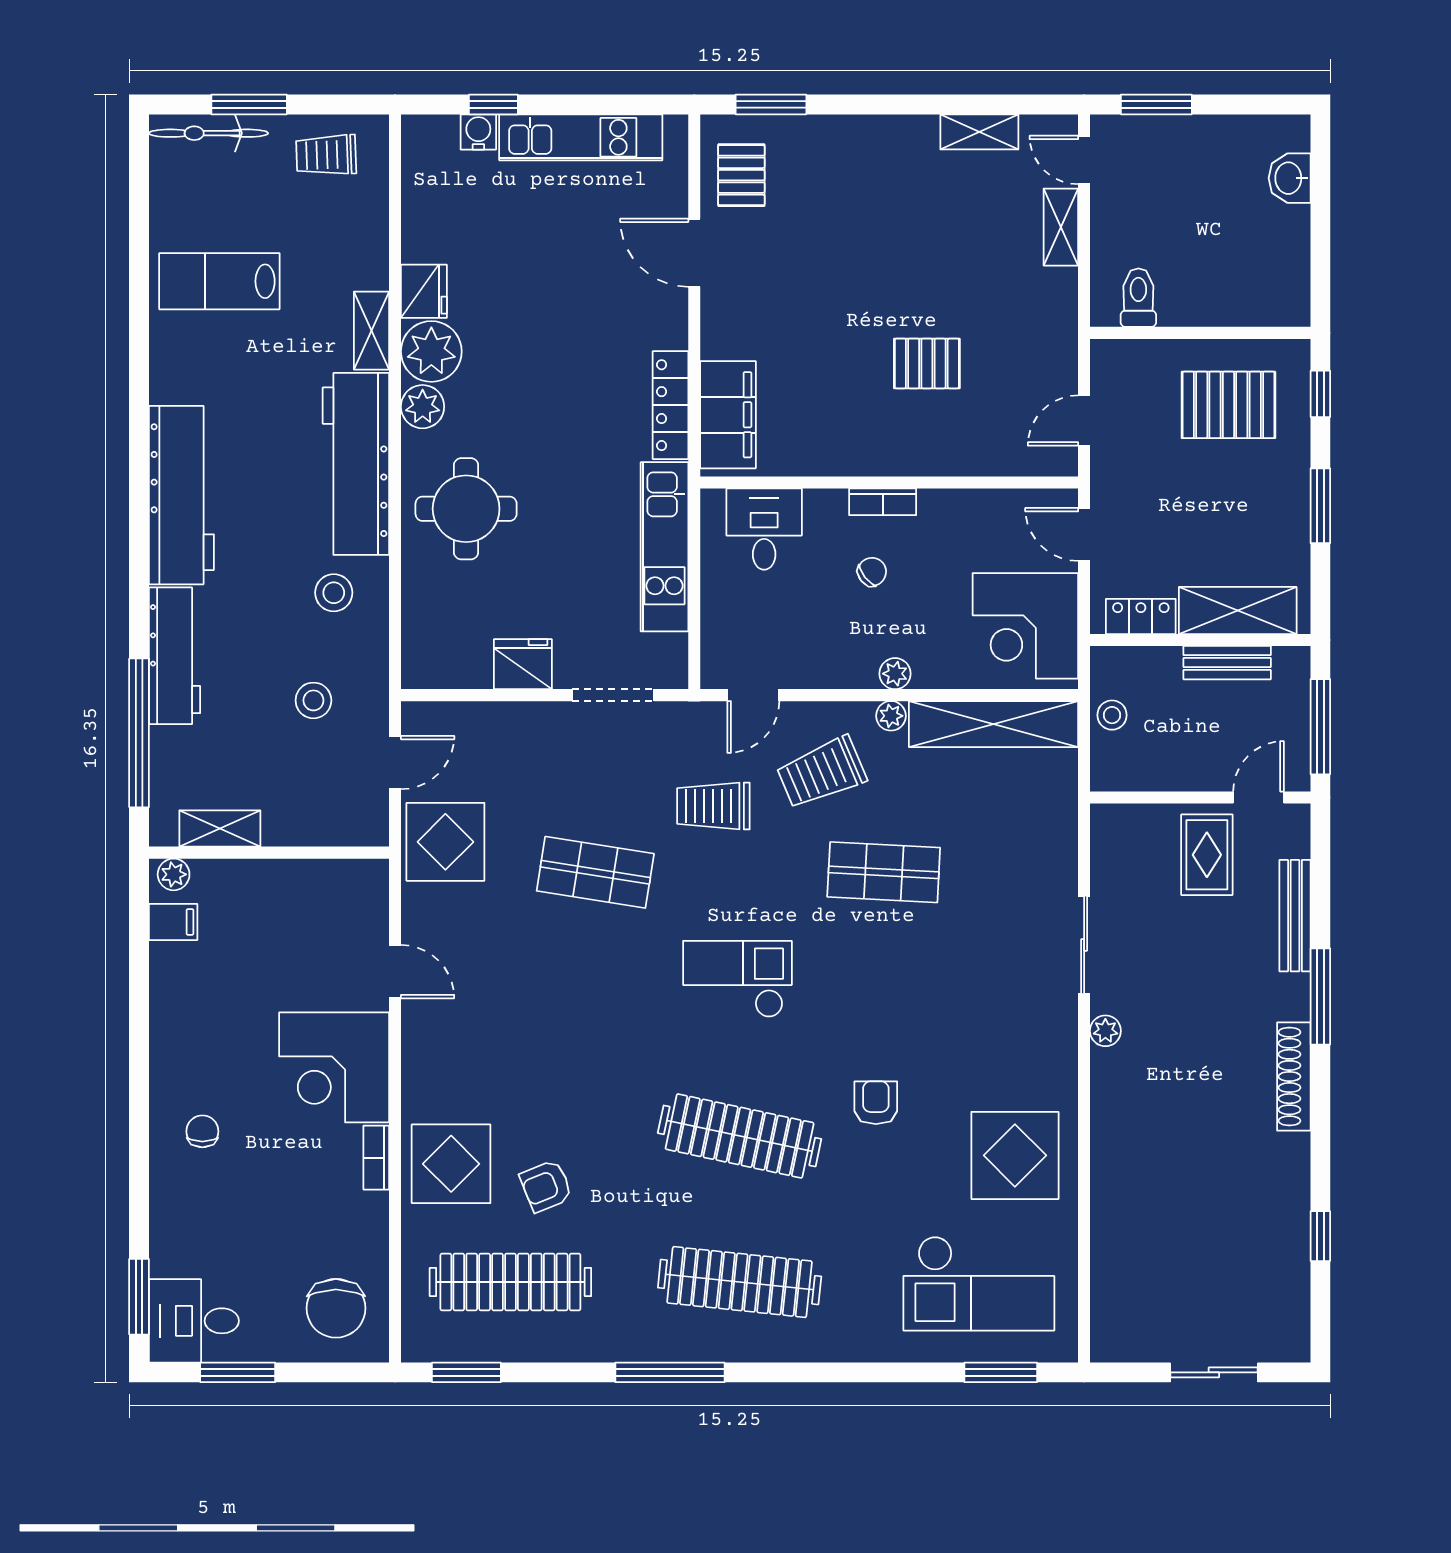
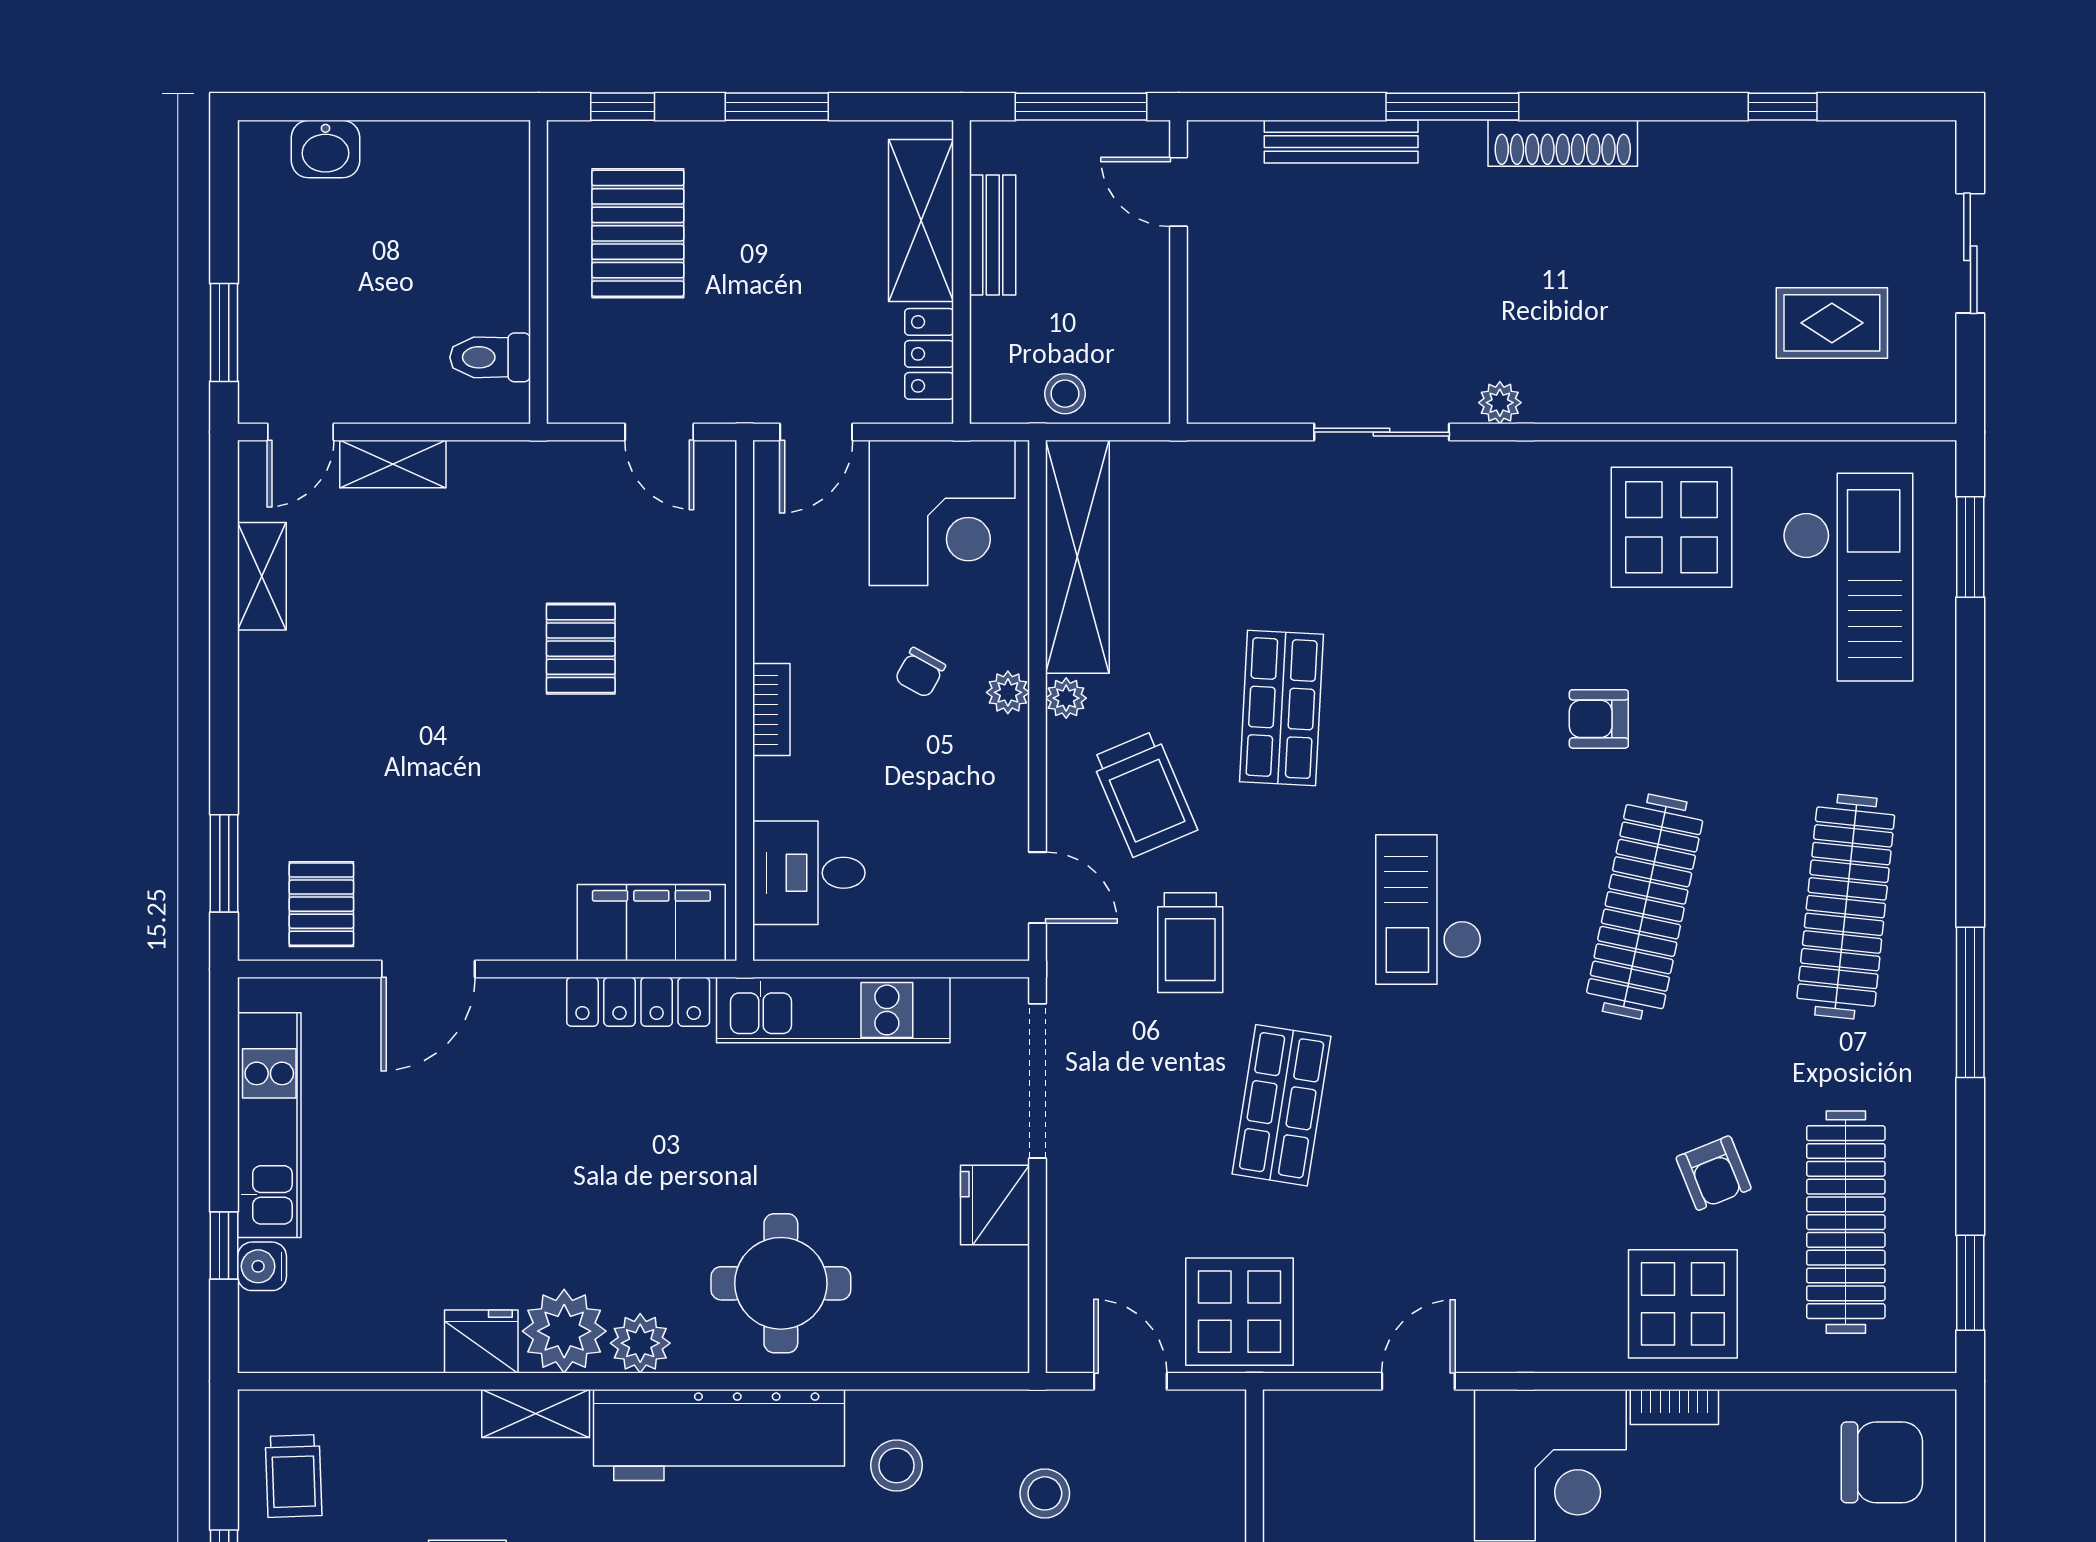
pallet: (741, 175) -> (321, 904), turned 90
chair: (872, 572) -> (920, 673), moved, turned -113
doorway: (613, 695) -> (1038, 1081), width x1.36
rug: (1207, 855) -> (1832, 323), moved

